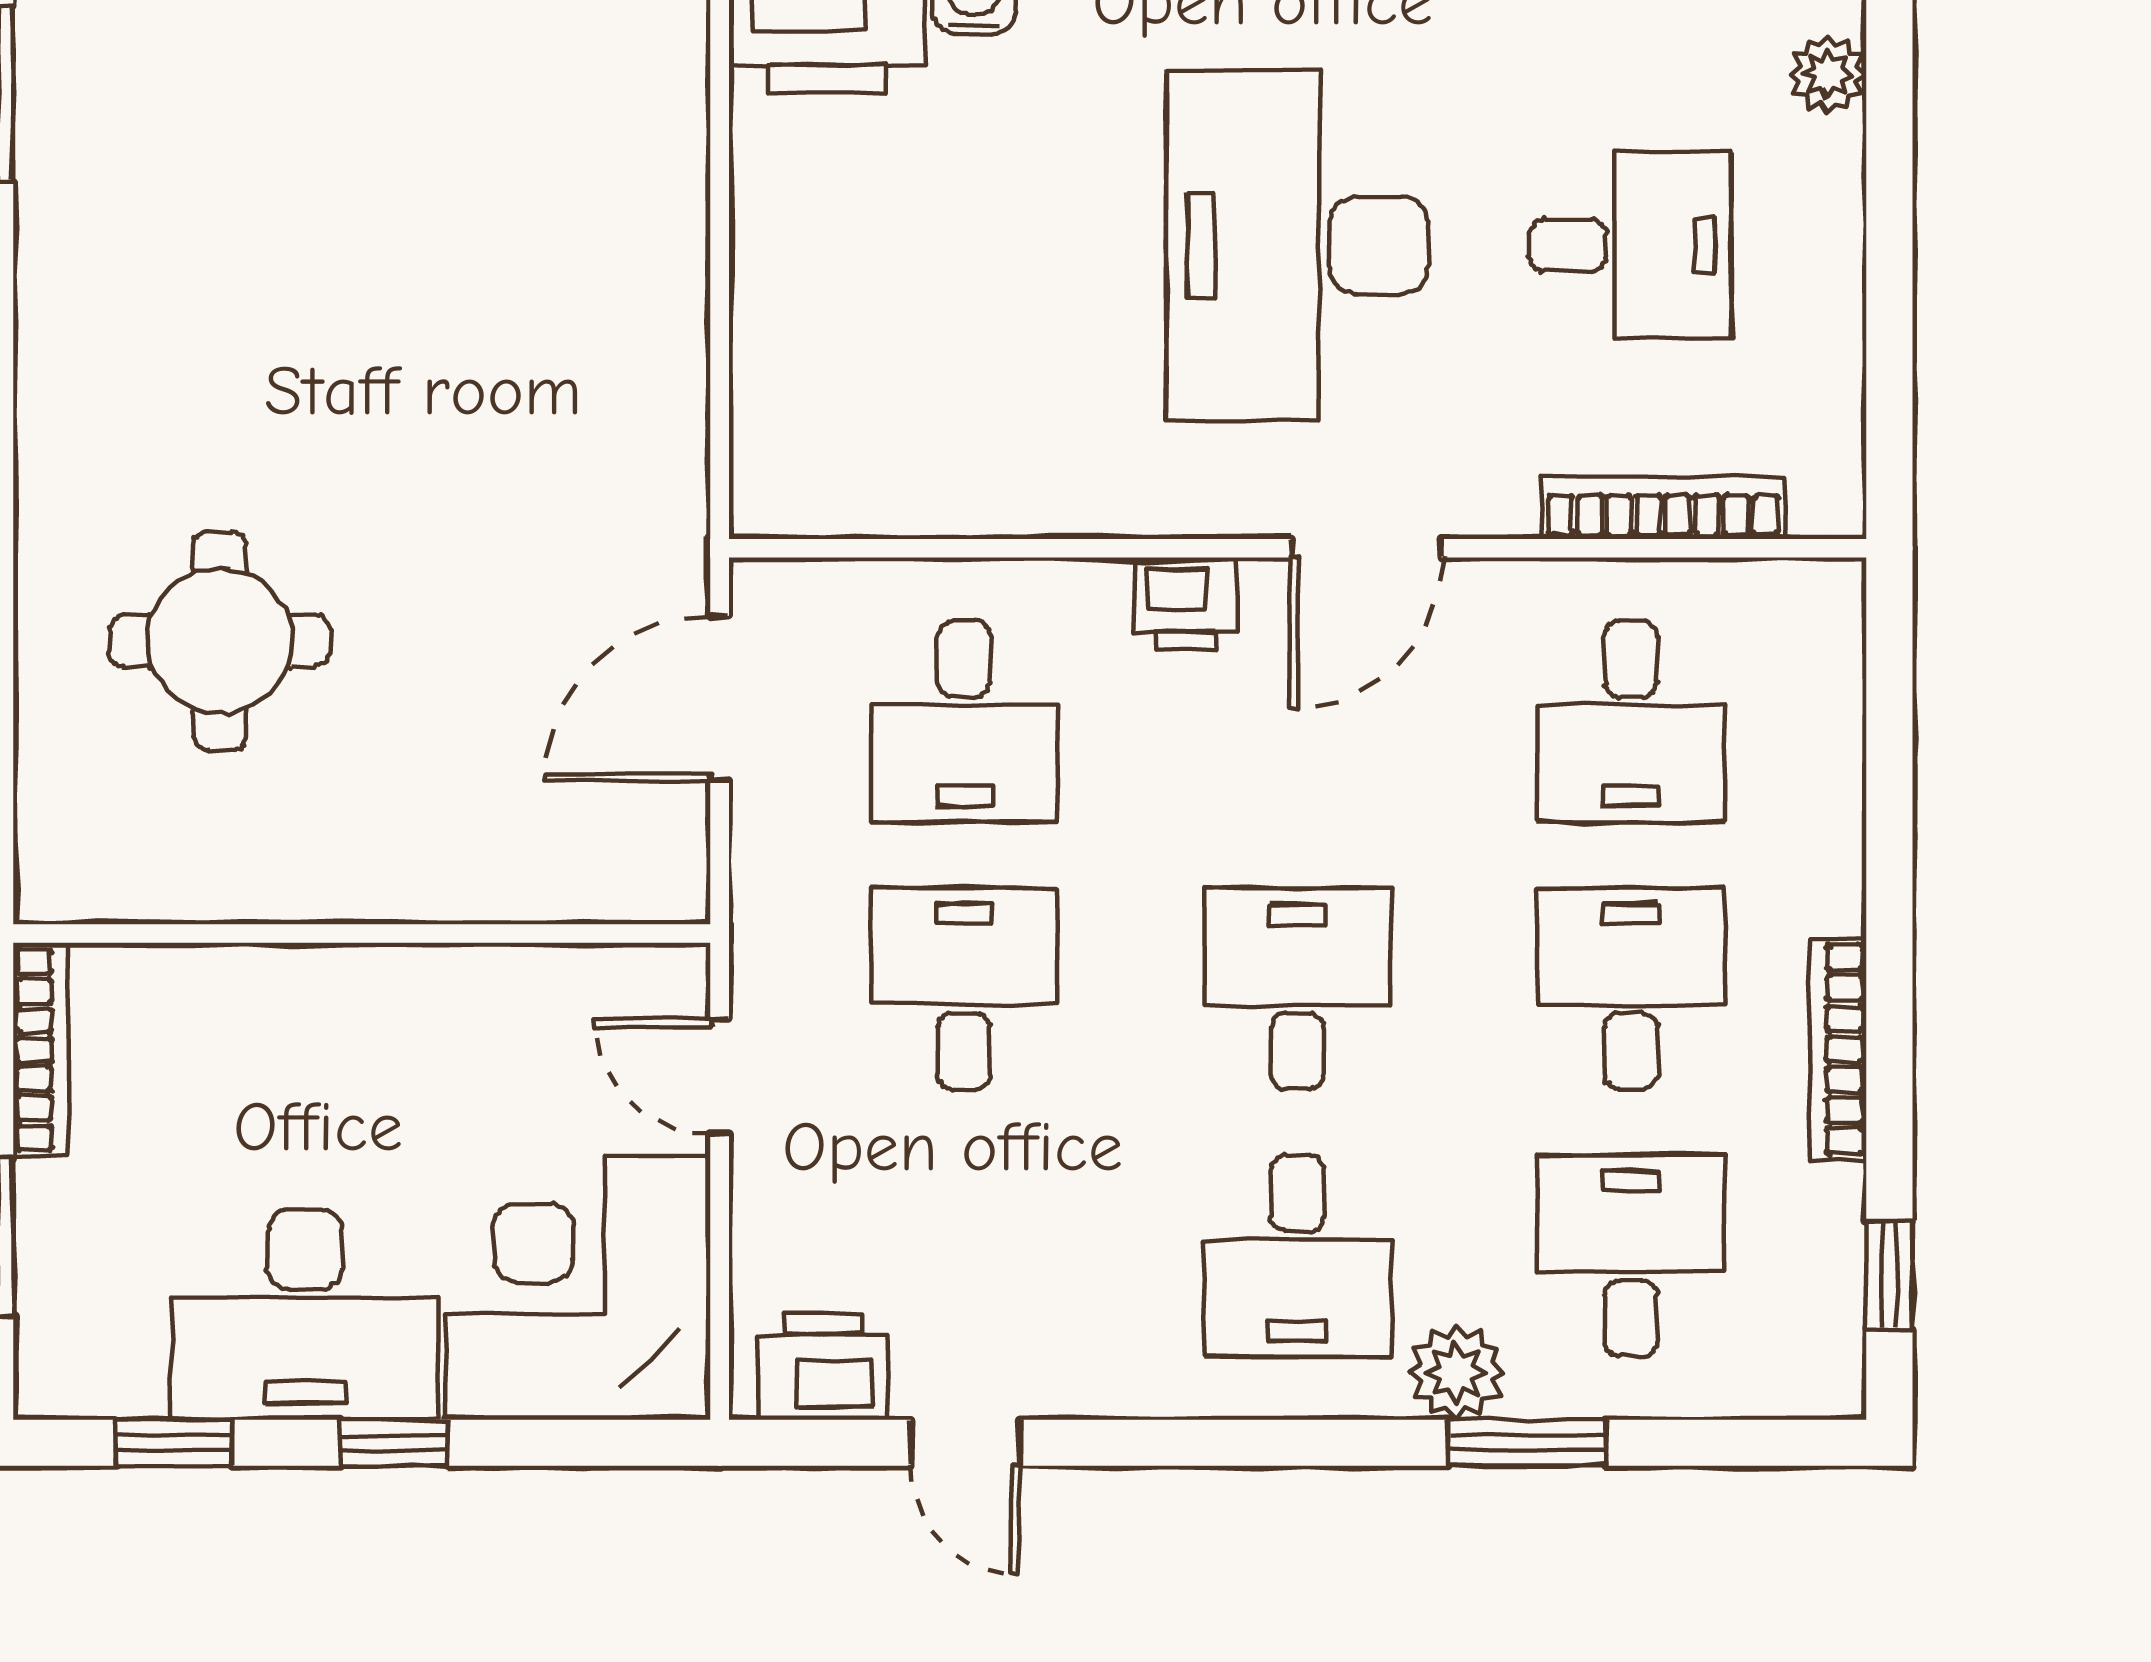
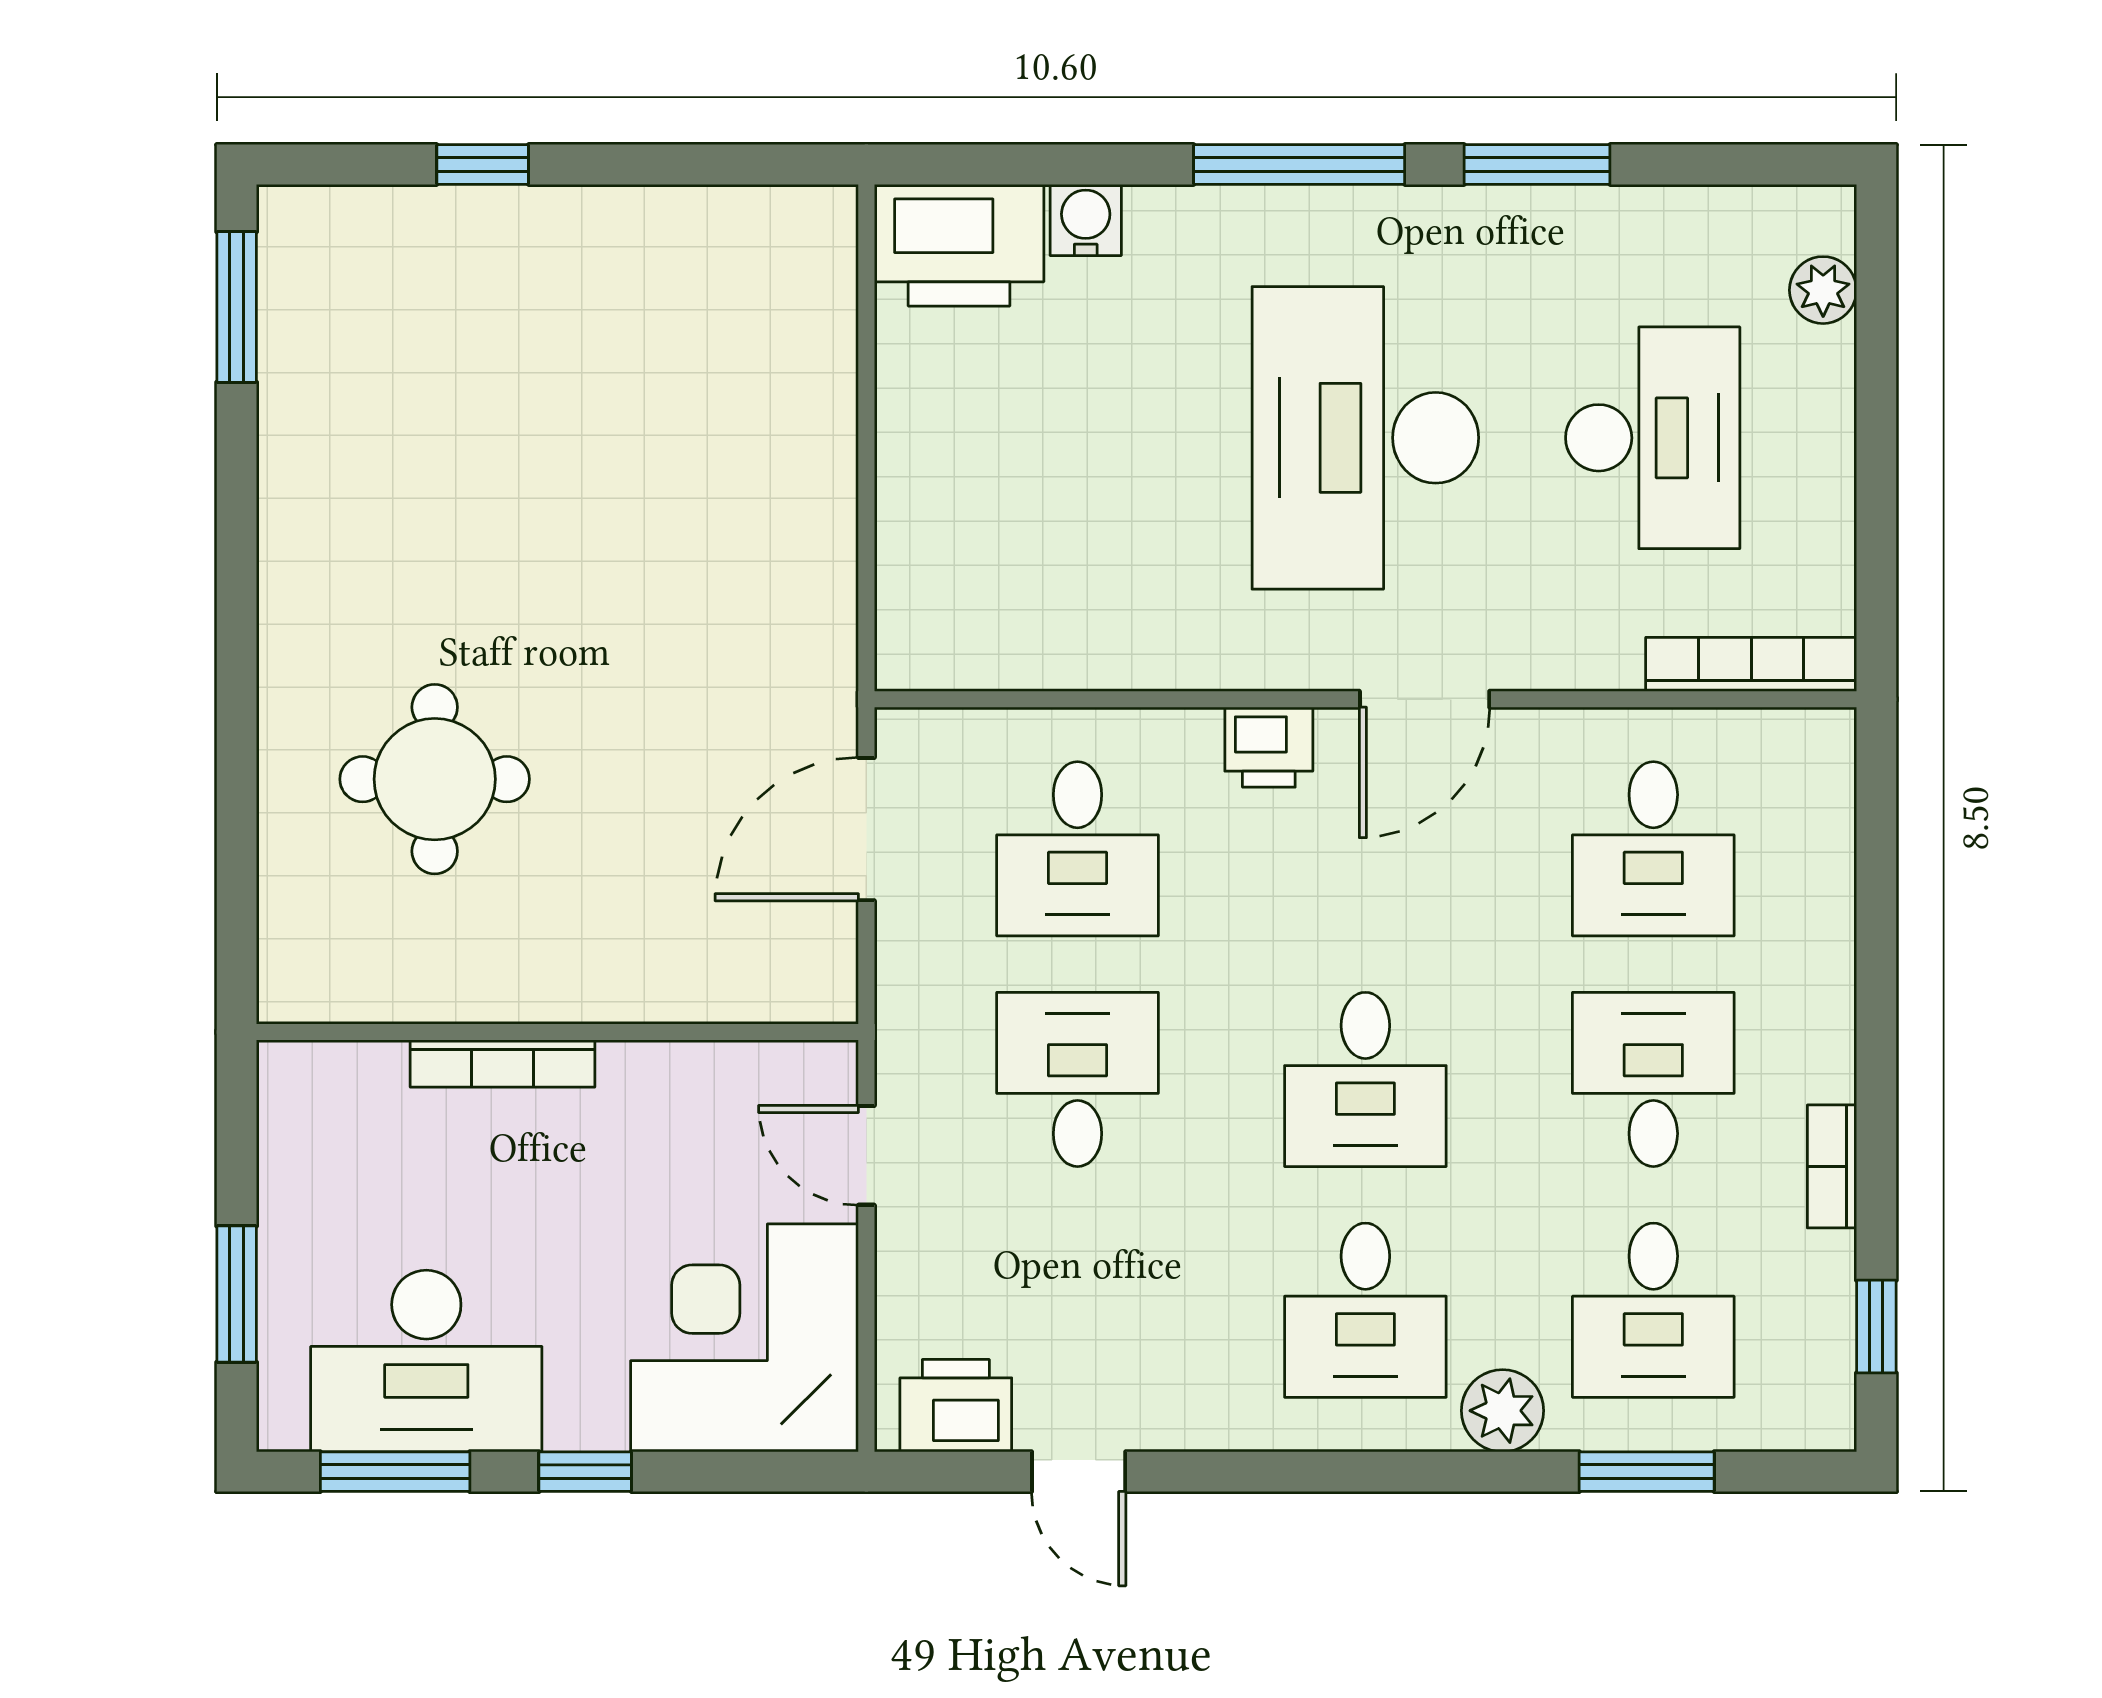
desk: (1630, 245) -> (1653, 438), width x1.37
bookcase: (1663, 508) -> (1751, 664), moved
desk: (1298, 989) -> (1365, 1079), turned 180
bookcase: (1838, 1049) -> (1832, 1166), width x0.64
bookcase: (41, 1050) -> (502, 1064), moved, turned 90
desk: (1631, 1256) -> (1653, 1310), turned 180
desk: (305, 1315) -> (426, 1361), moved
window: (174, 1443) -> (395, 1472), width x1.50
window: (1528, 1443) -> (1647, 1472), moved

